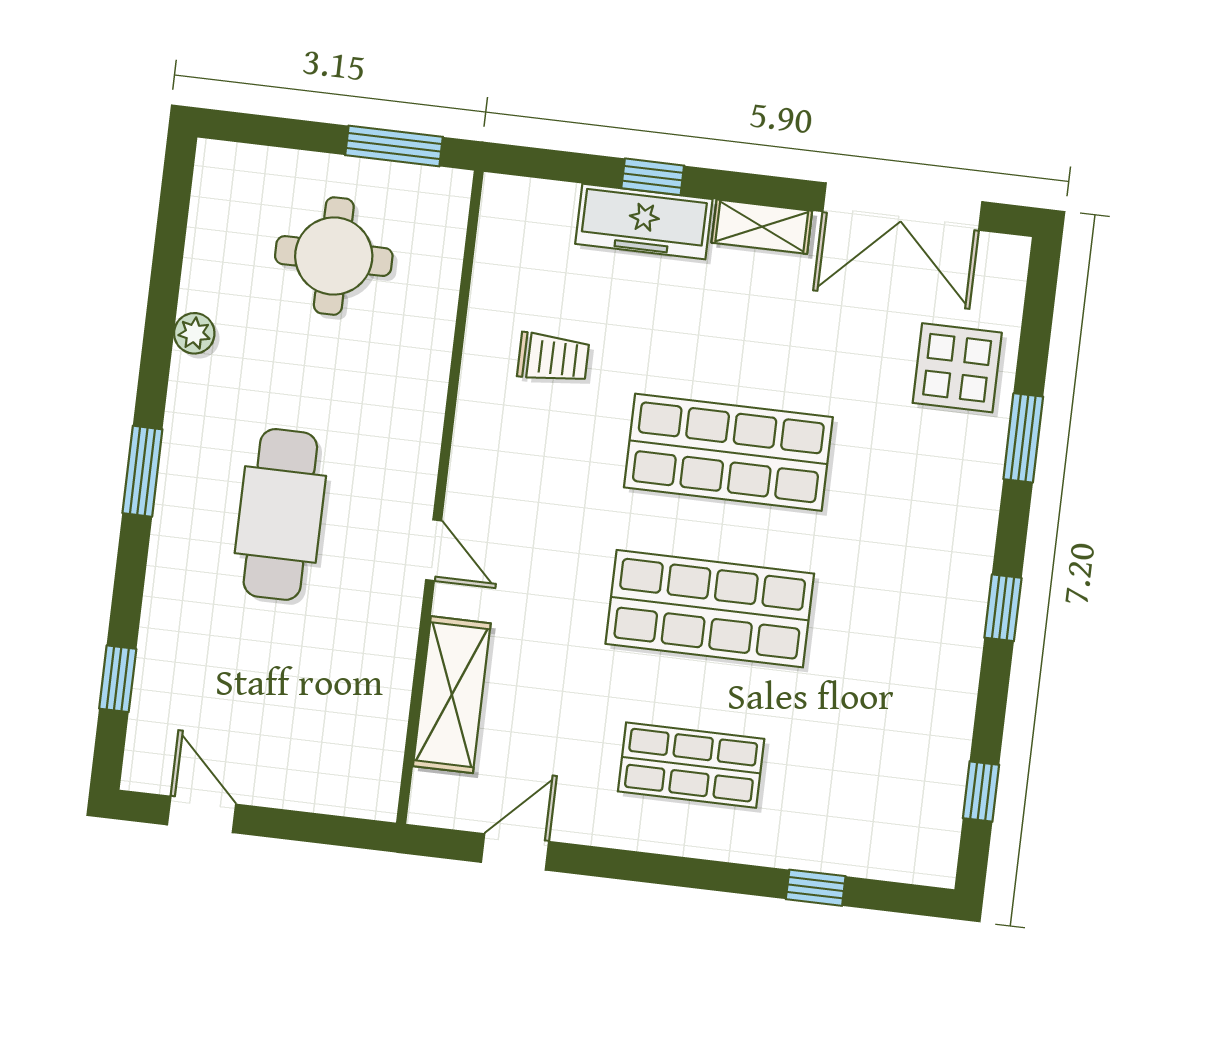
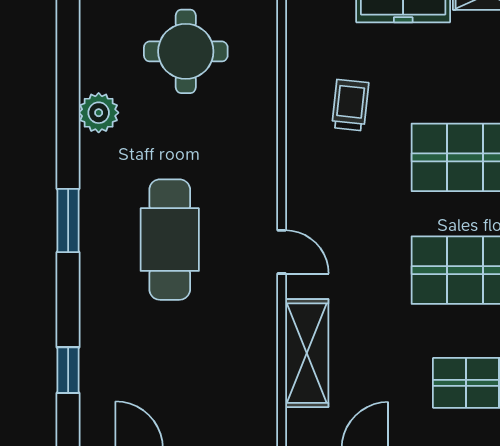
plant: (194, 333) -> (99, 113), width x1.38, depth x1.38
trolley: (553, 358) -> (350, 105), turned -84

